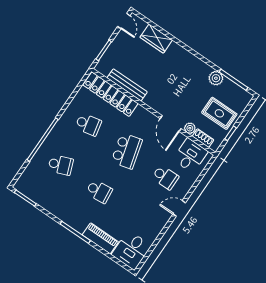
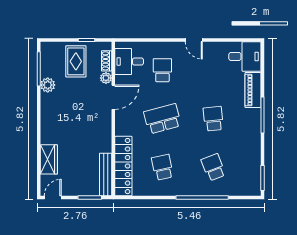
bench: (127, 85) -> (106, 174), moved
door: (179, 208) -> (194, 40), moved

